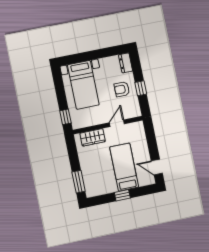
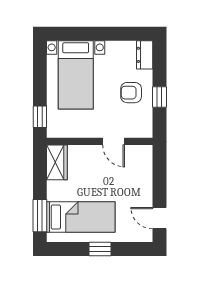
door: (117, 123) -> (114, 141), swing flipped
wardrobe: (93, 137) -> (57, 162), moved, turned -90
bed: (124, 167) -> (81, 217), moved, turned 90

